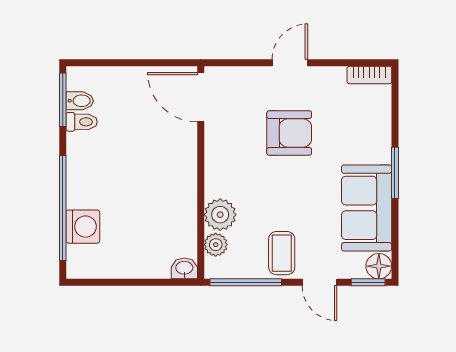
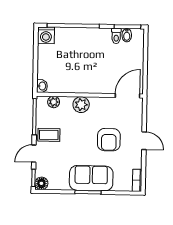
sofa: (367, 208) -> (91, 178), moved
plant: (220, 215) -> (81, 105), moved
washing machine: (83, 227) -> (46, 35), moved

